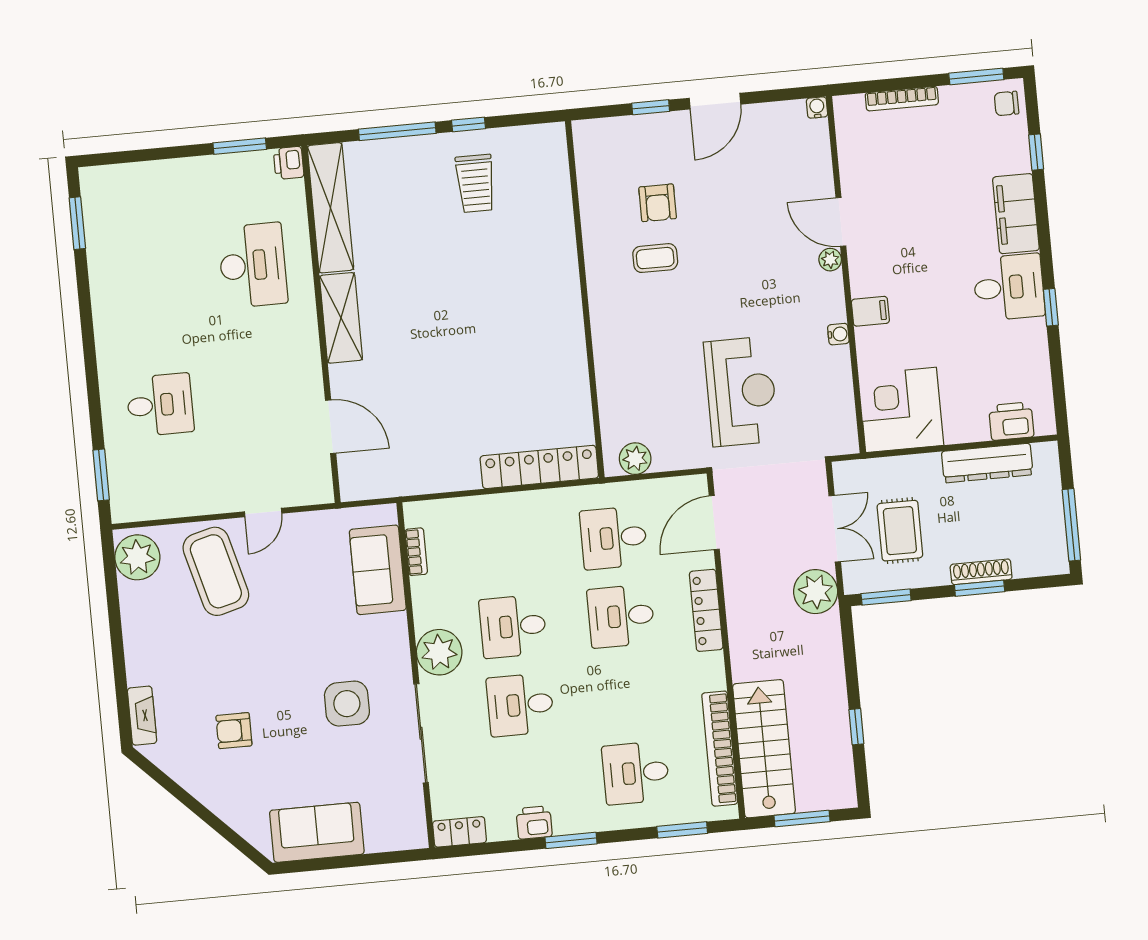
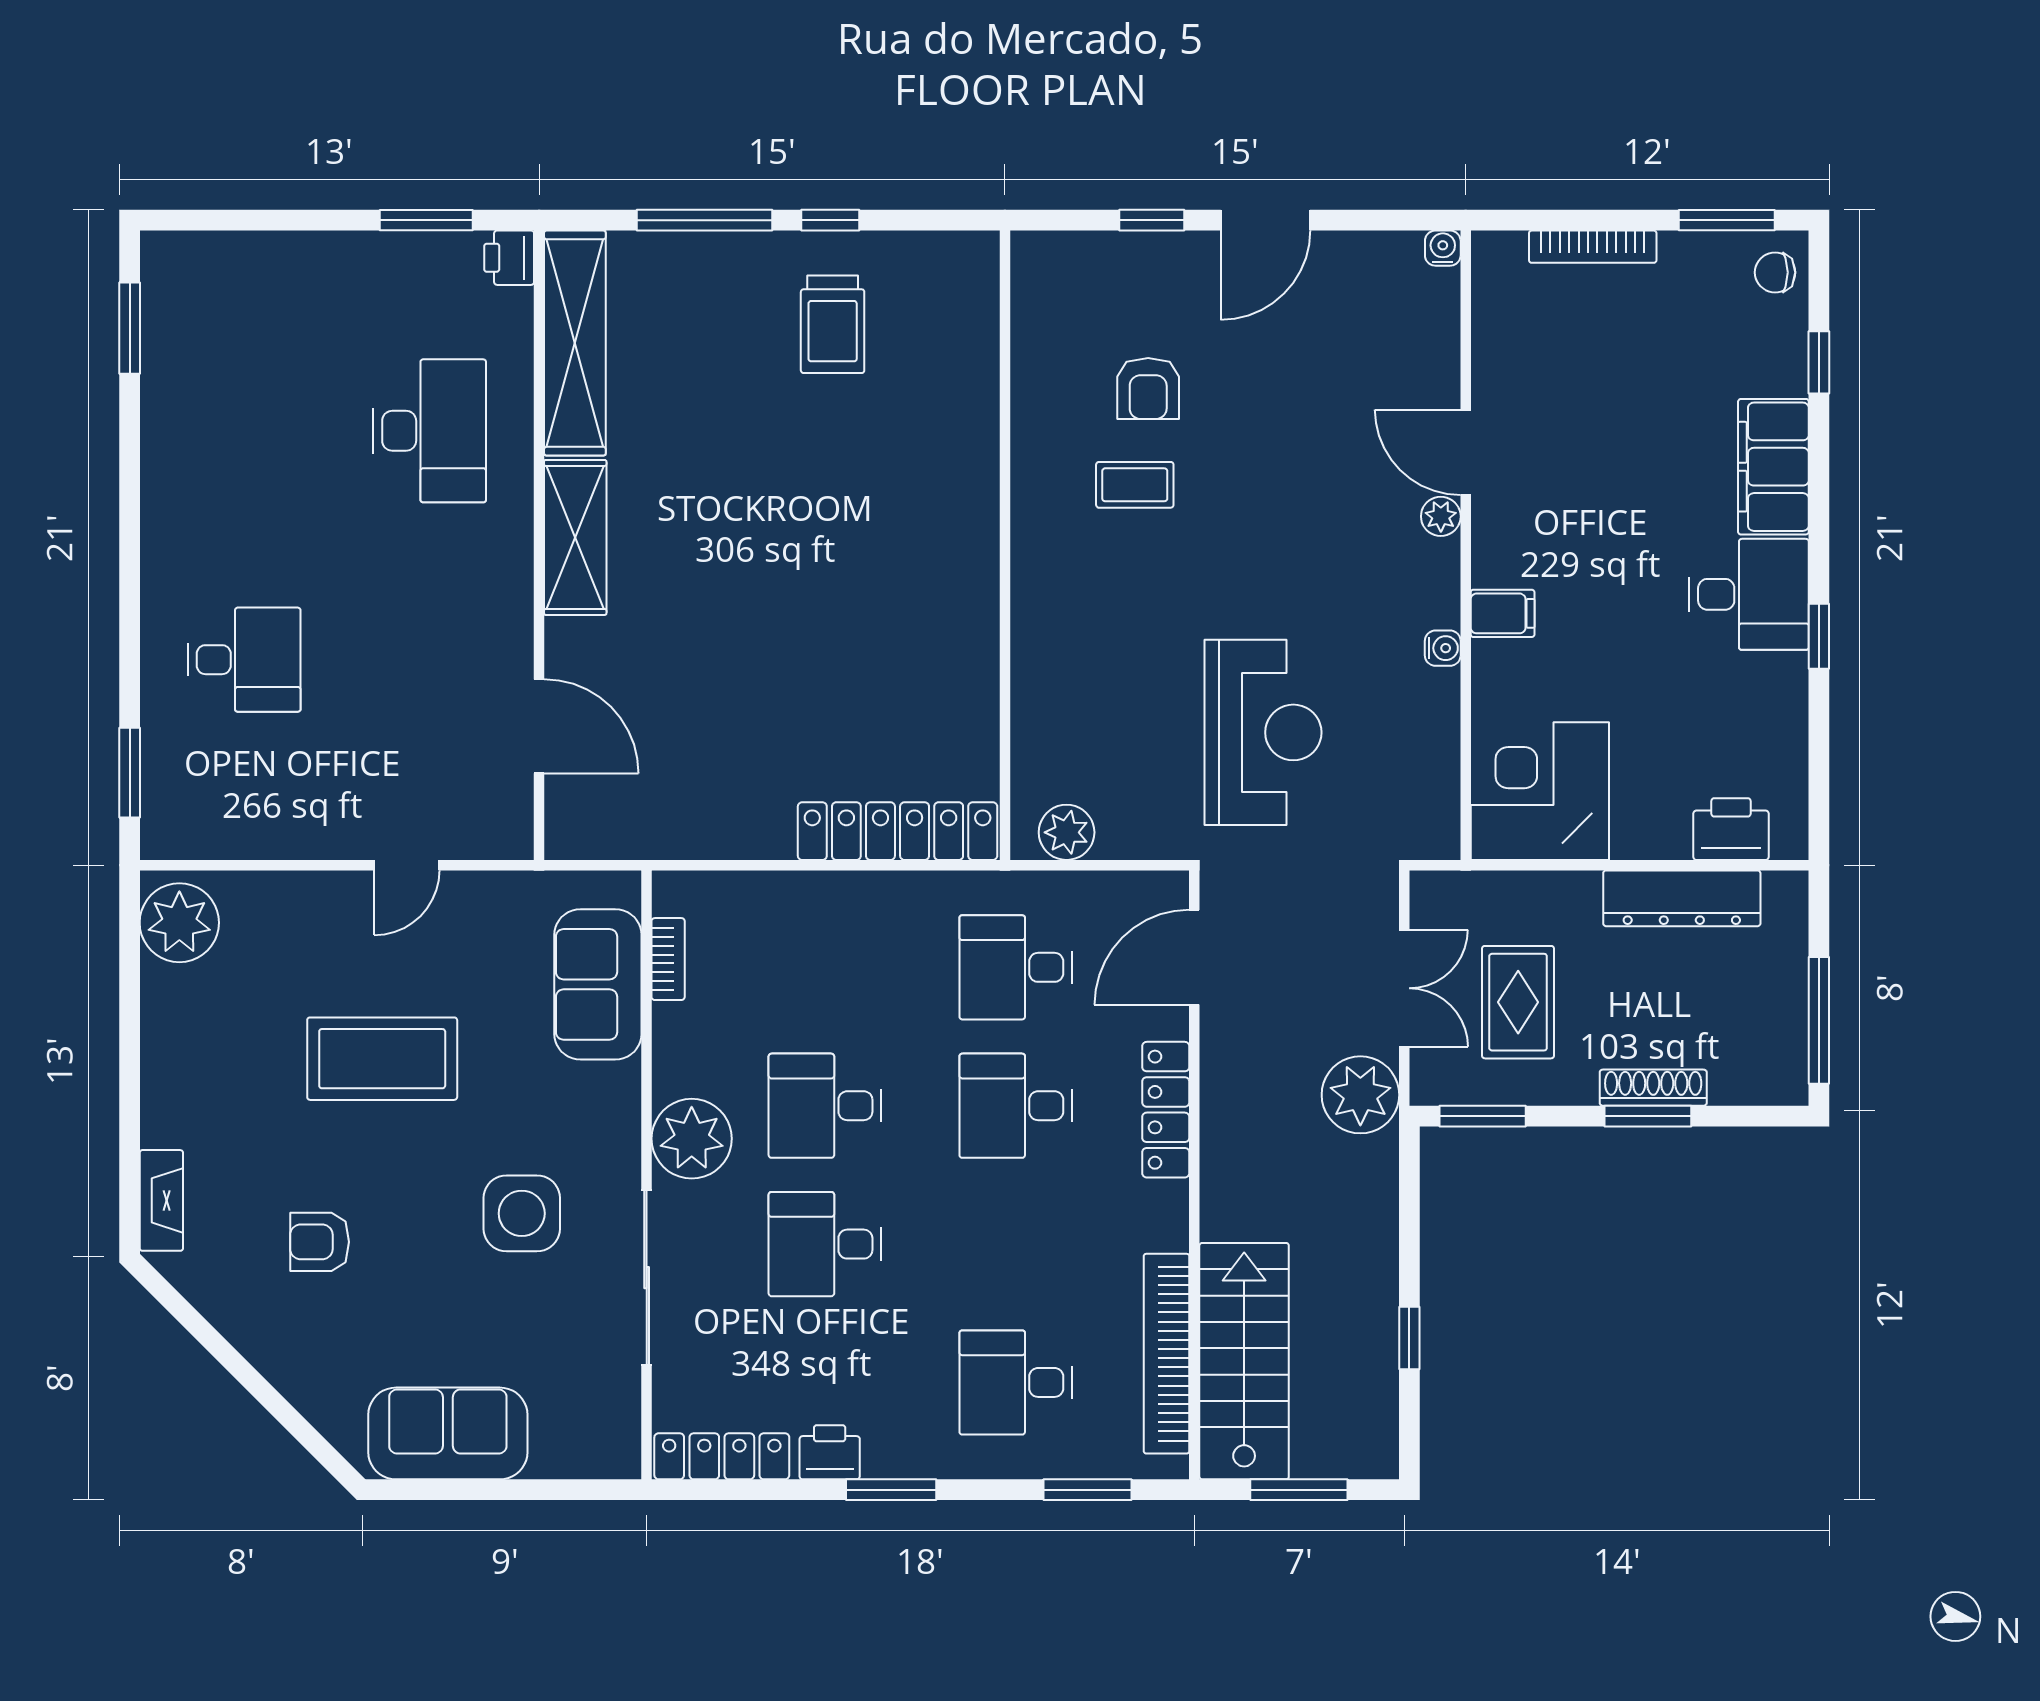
coffee table: (216, 571) -> (382, 1059), moved, turned -75
locker: (460, 832) -> (722, 1456), width x1.53

